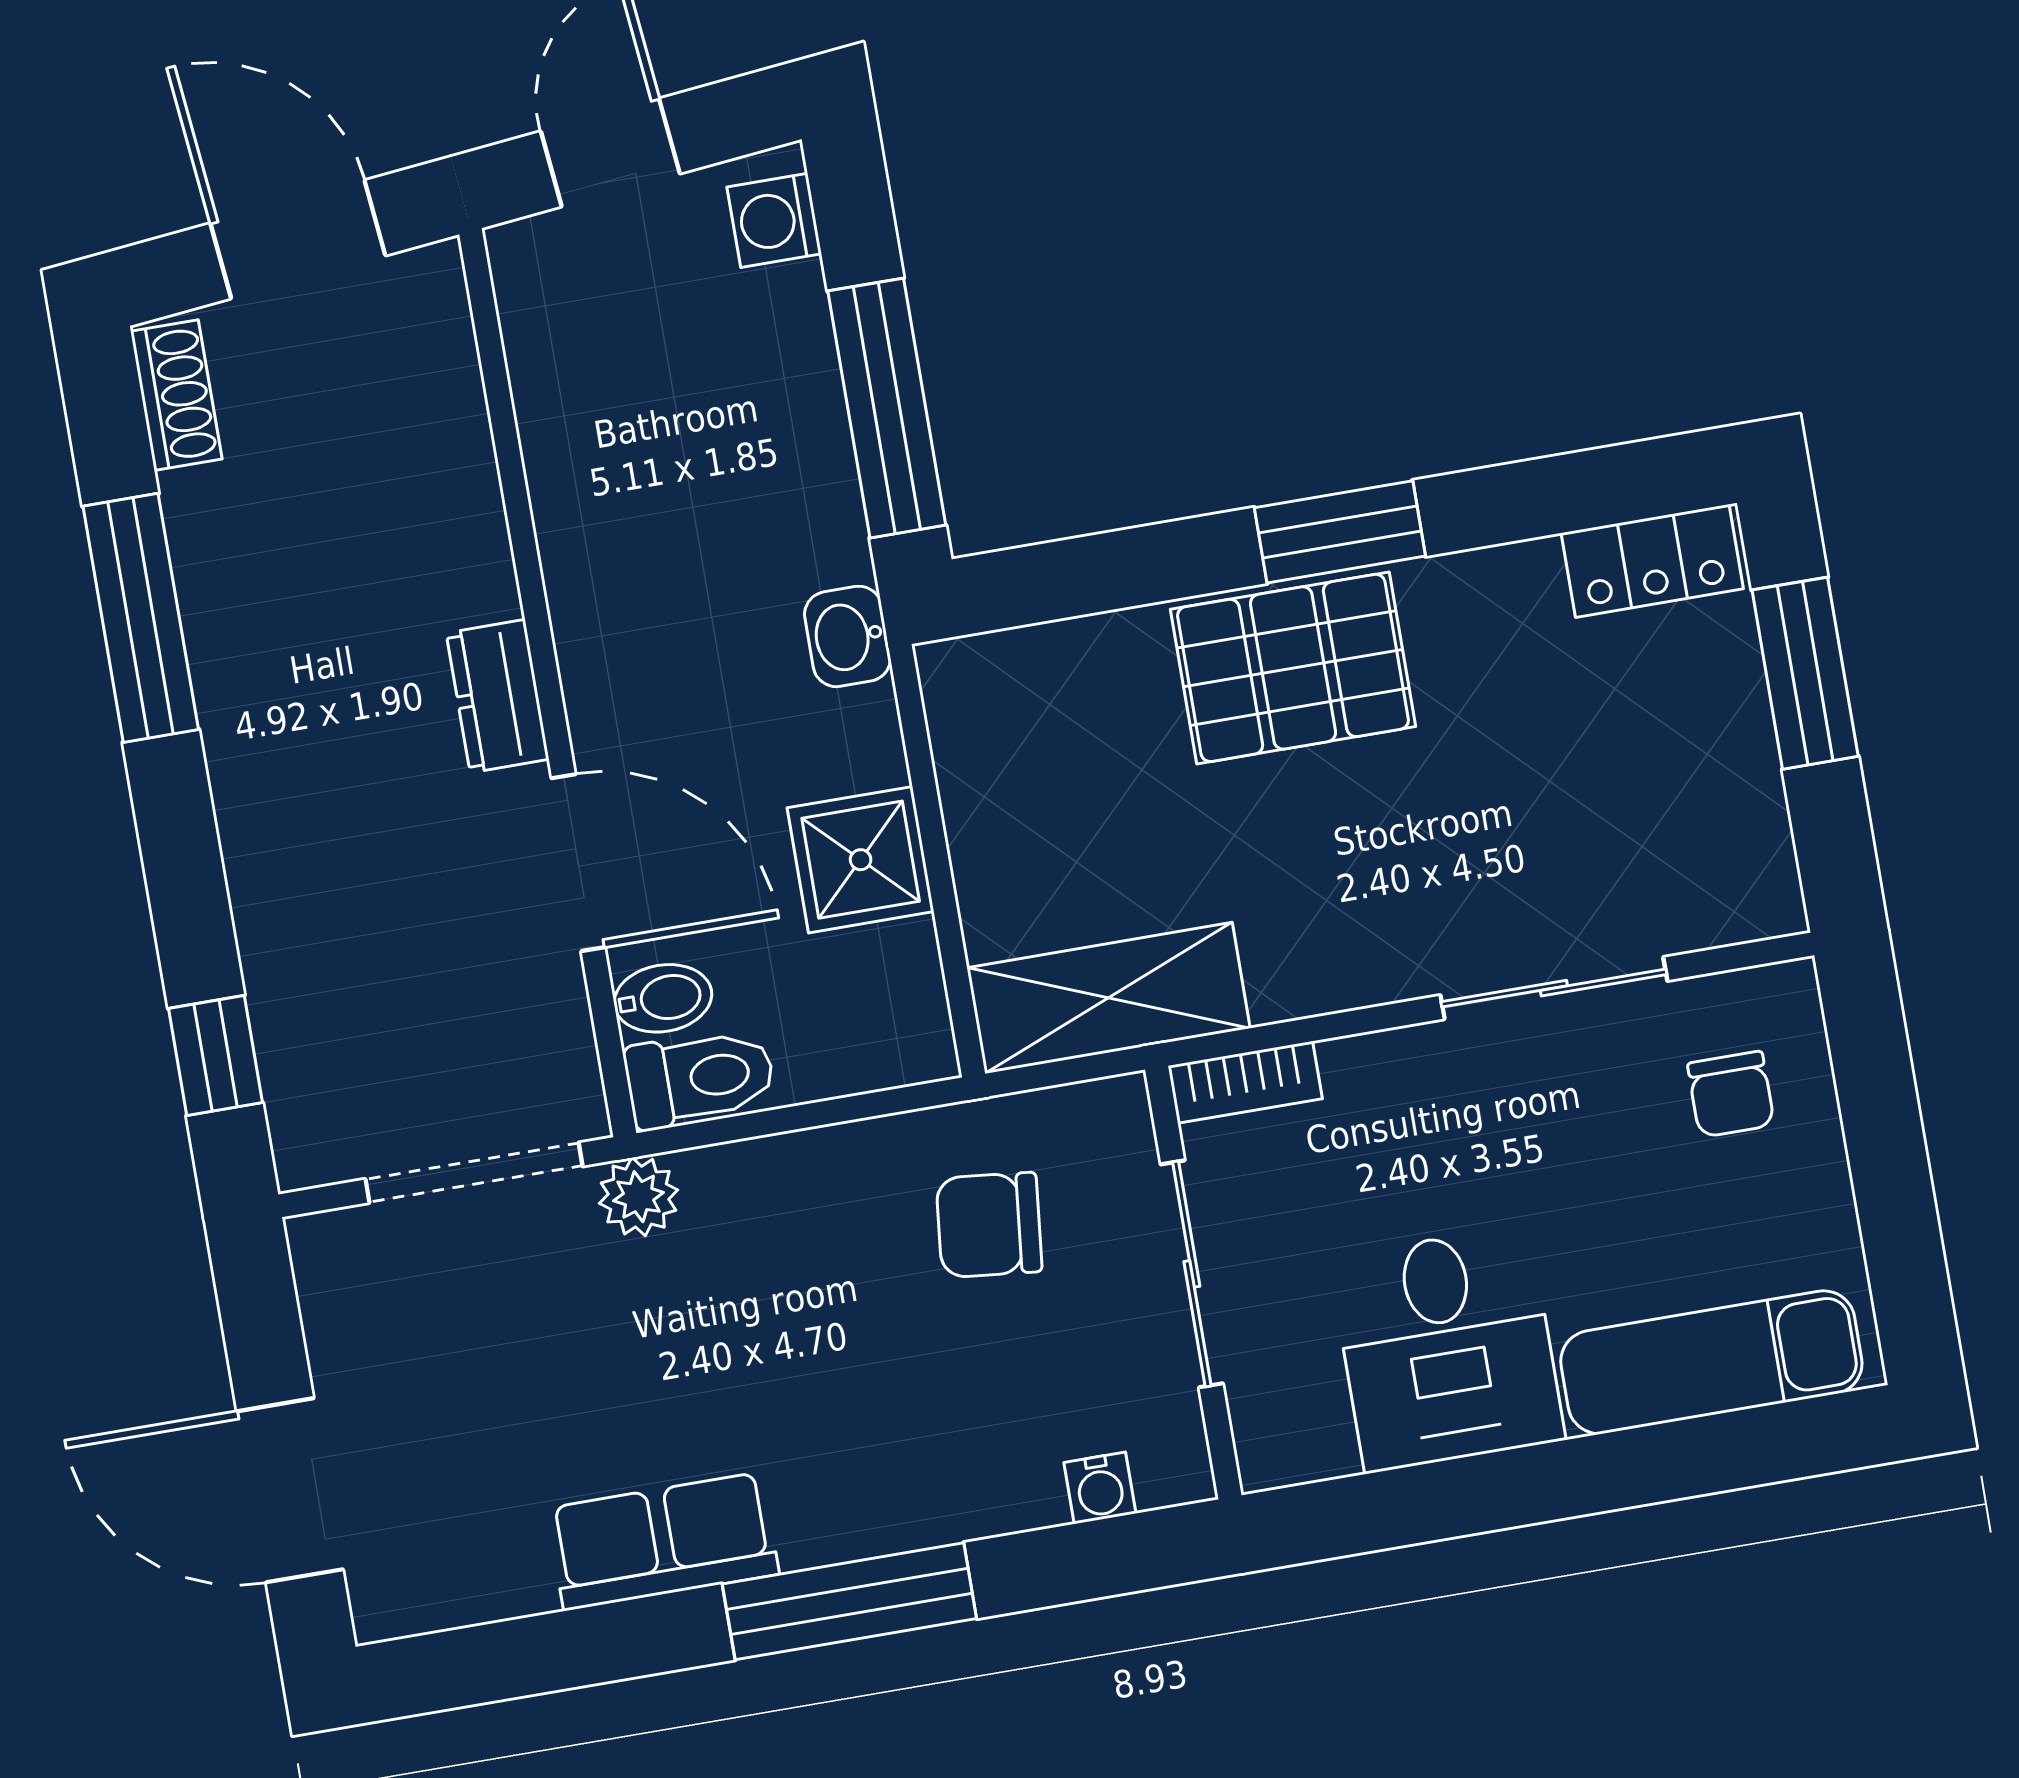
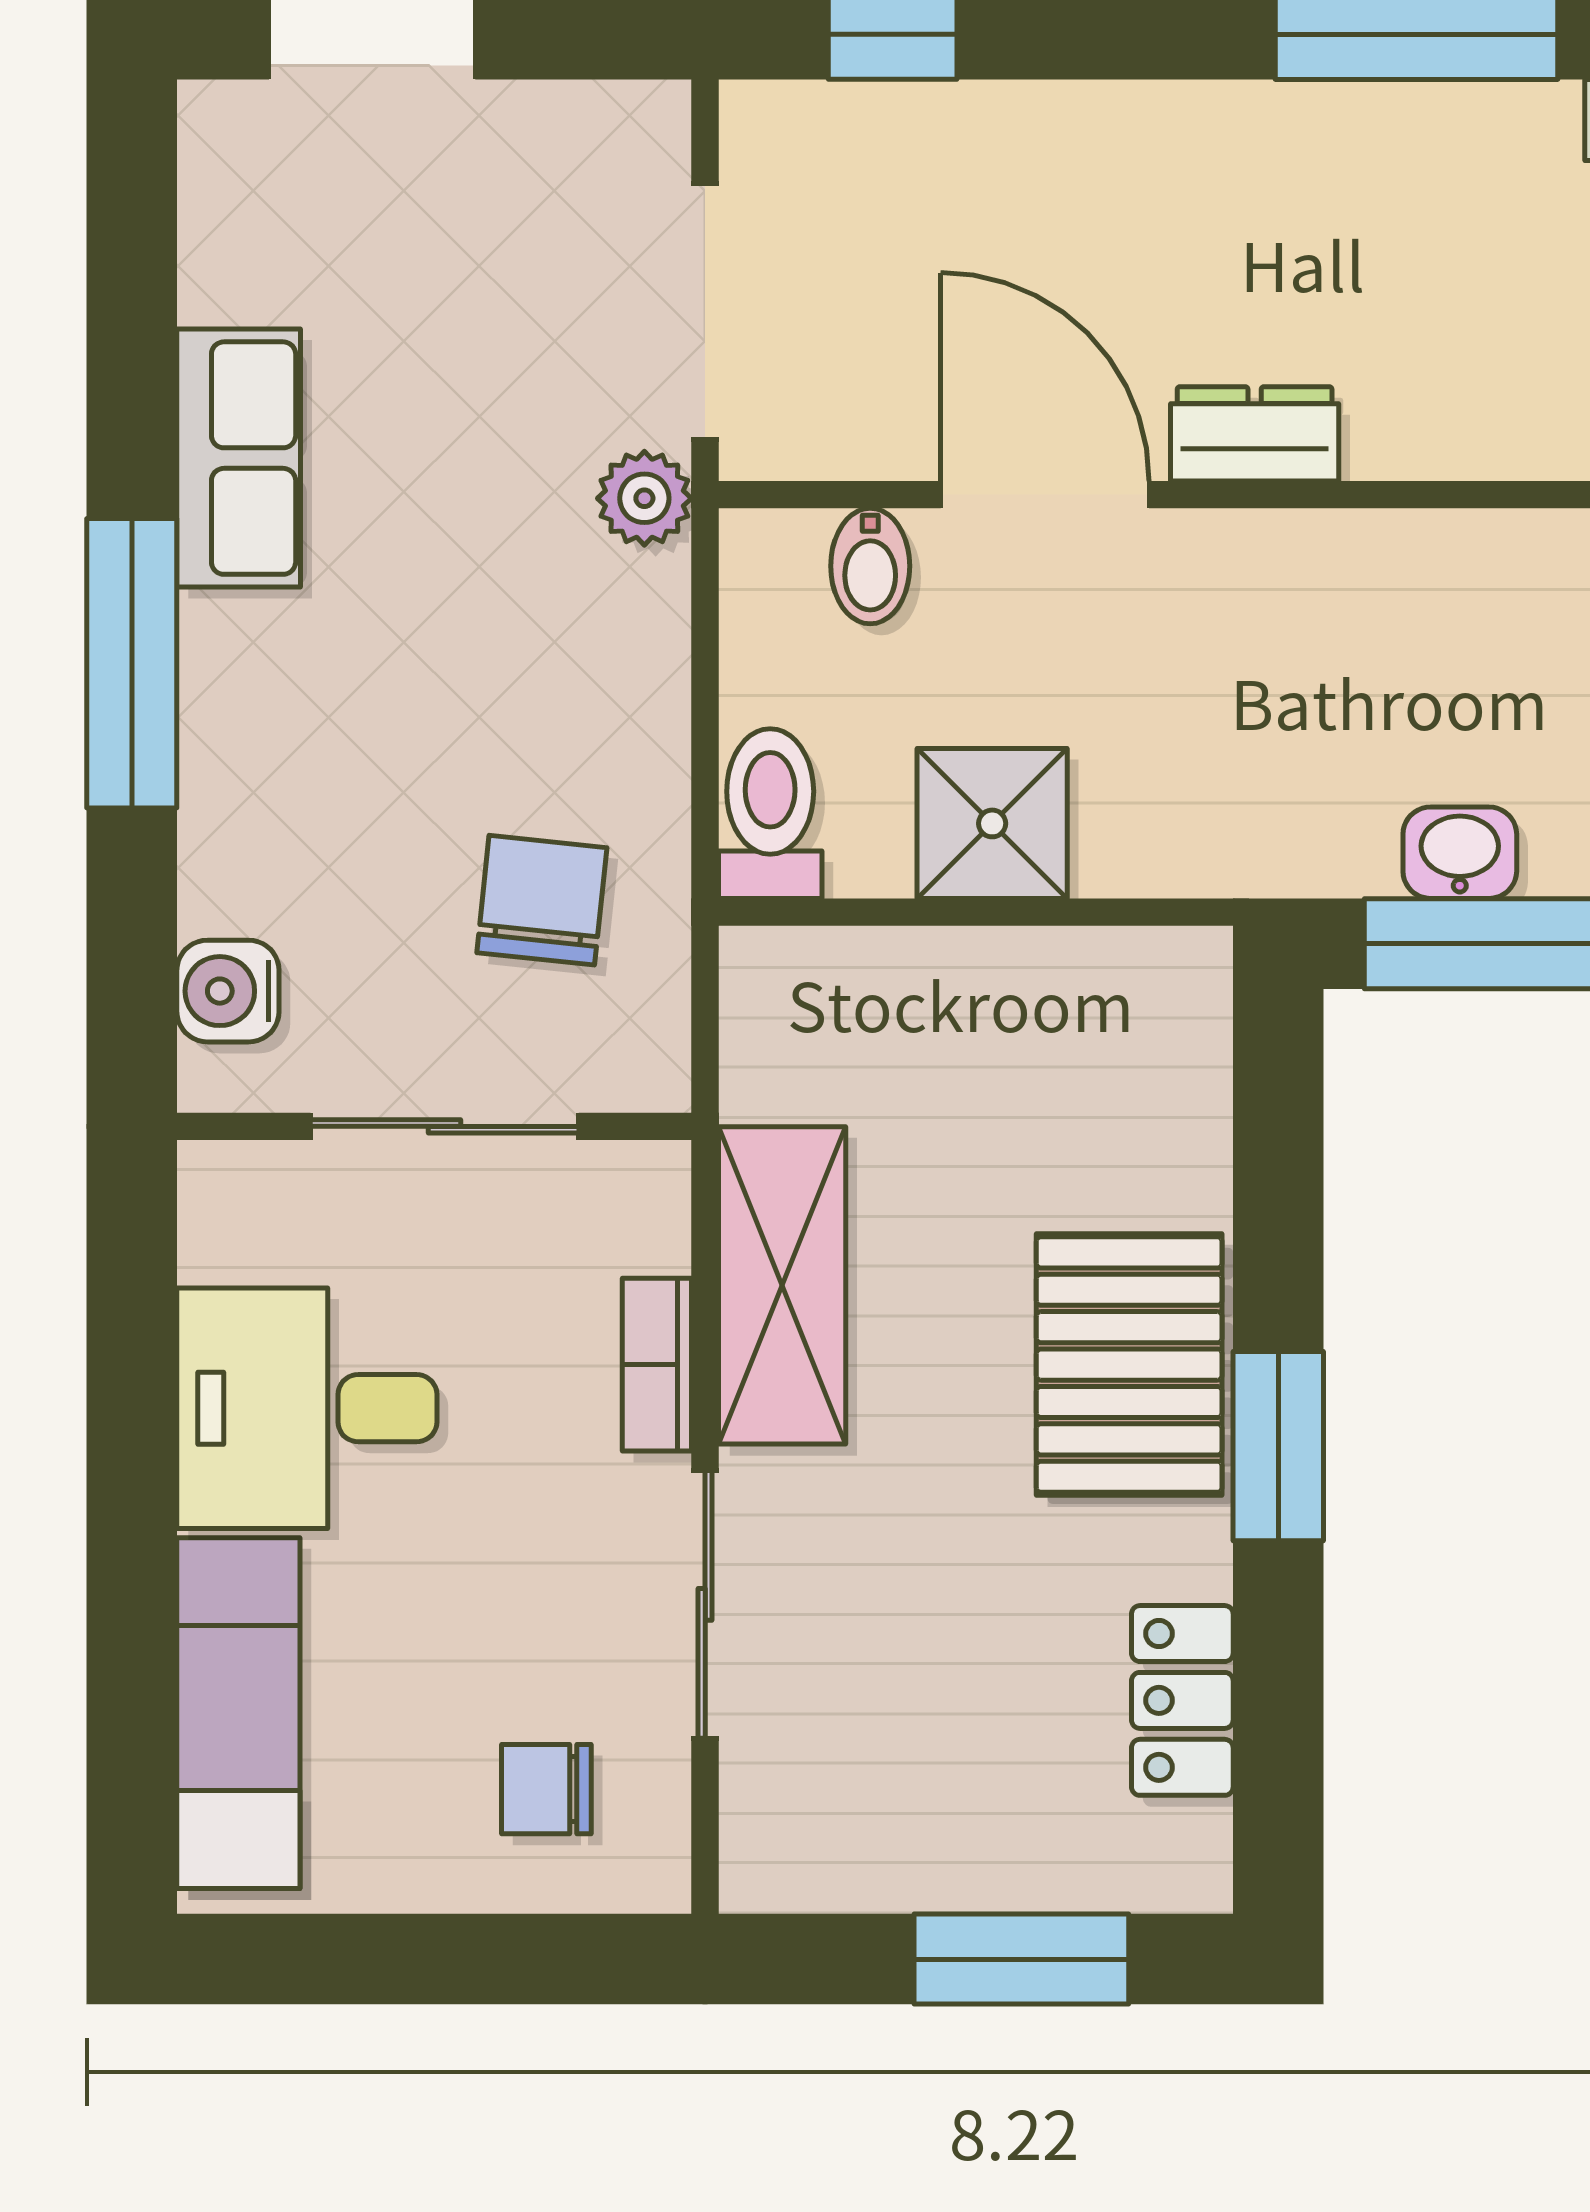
locker: (1652, 561) -> (1182, 1700), moved
washbasin: (847, 636) -> (1460, 853), moved
door: (578, 863) -> (1045, 495), swing flipped
shelving: (1109, 998) -> (782, 1285), moved
toilet: (700, 1078) -> (770, 814), moved, turned 180
bookcase: (1245, 1082) -> (657, 1365), moved
water cooler: (1100, 1488) -> (228, 991), width x1.38, depth x1.38

